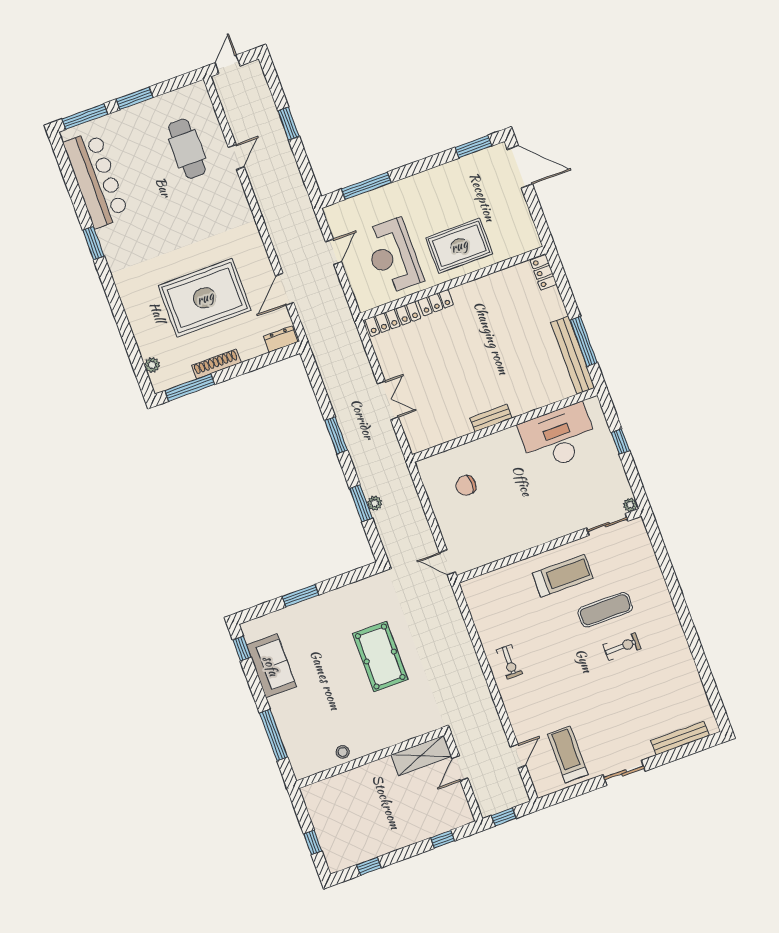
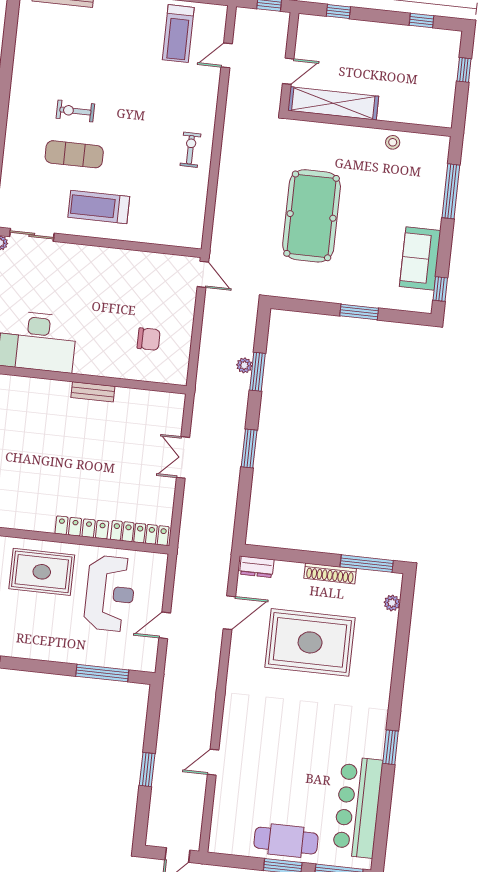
cafe table: (187, 149) -> (286, 841), moved, turned 90
locker: (436, 303) -> (82, 527), width x1.53
pool table: (380, 657) -> (312, 216), width x1.36, depth x1.32
shelving: (421, 755) -> (333, 103), width x1.47

